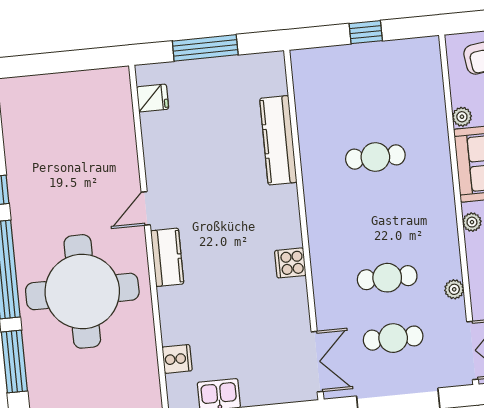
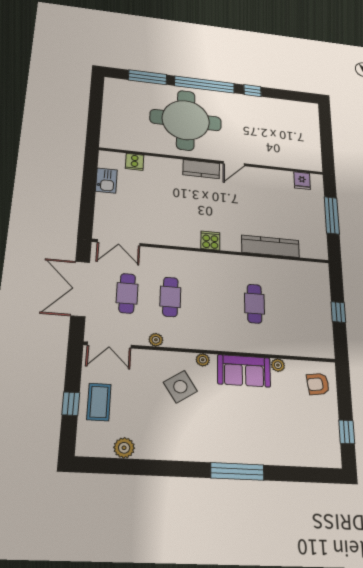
door: (146, 208) -> (234, 164), swing flipped
cooker: (290, 263) -> (210, 241), moved

